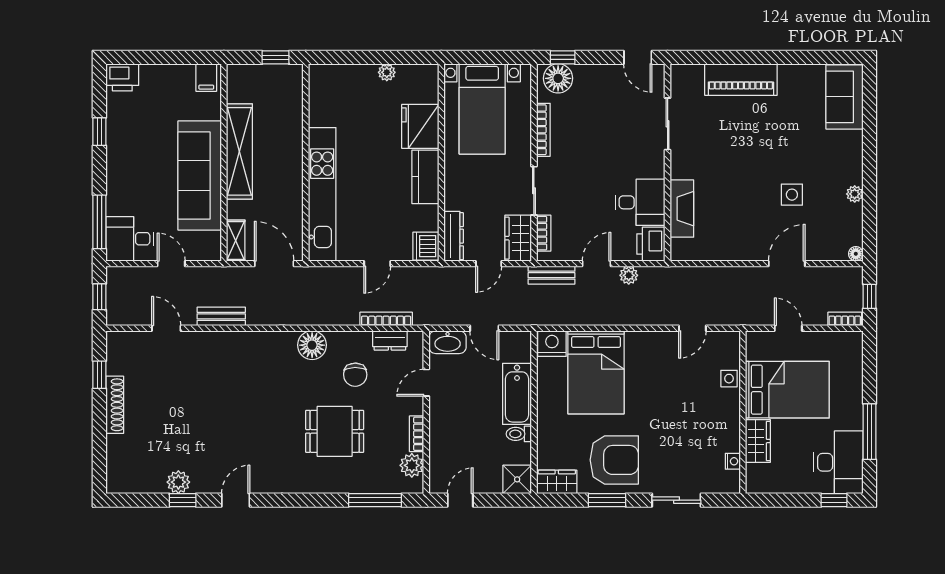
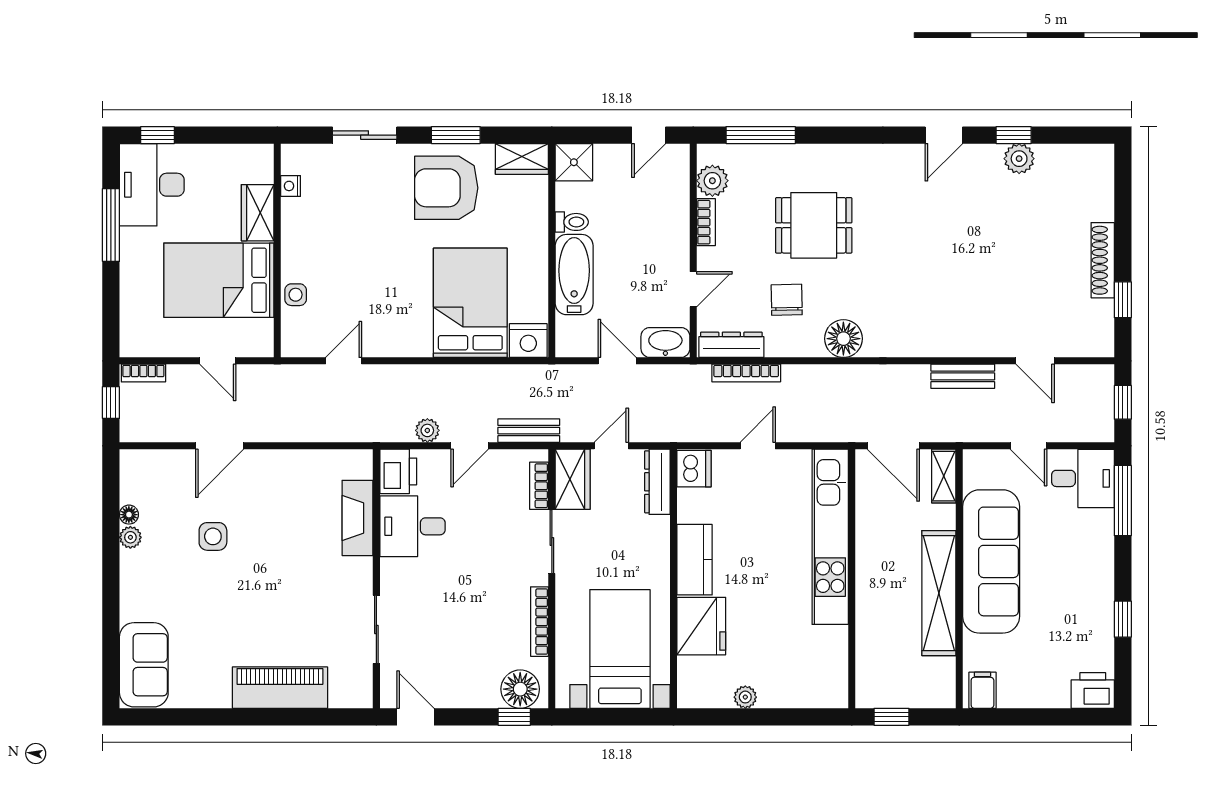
floor lamp: (856, 254) -> (129, 515), moved
dresser: (390, 340) -> (731, 345), width x1.44

